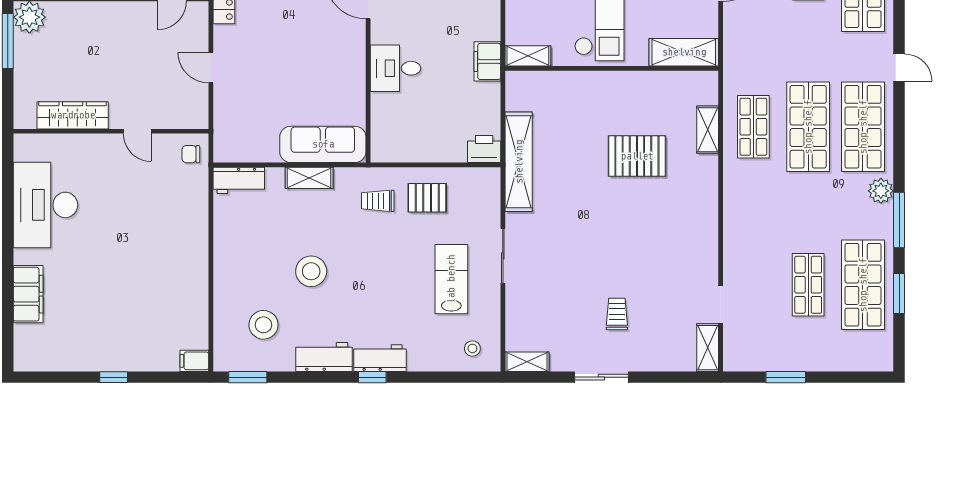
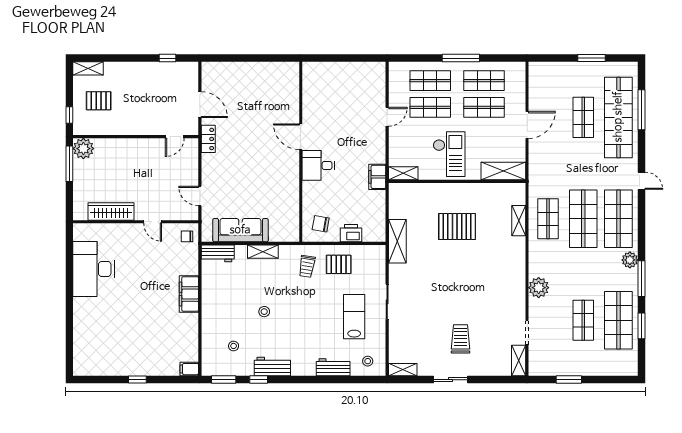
door: (211, 68) -> (200, 196), moved
desk: (395, 68) -> (318, 165), moved
chair: (399, 134) -> (321, 224), added
sofa: (323, 144) -> (240, 230), moved
printer: (484, 149) -> (351, 233), moved
pallet: (637, 156) -> (457, 226), moved
shelving: (519, 162) -> (397, 241), width x0.68
trolley: (378, 201) -> (307, 266), turned -81
plant: (739, 234) -> (539, 288), added
stool: (311, 271) -> (264, 312), width x0.53, depth x0.53
filing cabinet: (28, 294) -> (189, 294), moved, turned 180
trolley: (617, 314) -> (460, 339), width x1.36, depth x1.39
stool: (263, 325) -> (234, 346), width x0.53, depth x0.53
workbench: (380, 358) -> (333, 367), moved
window: (372, 377) -> (259, 380), moved

